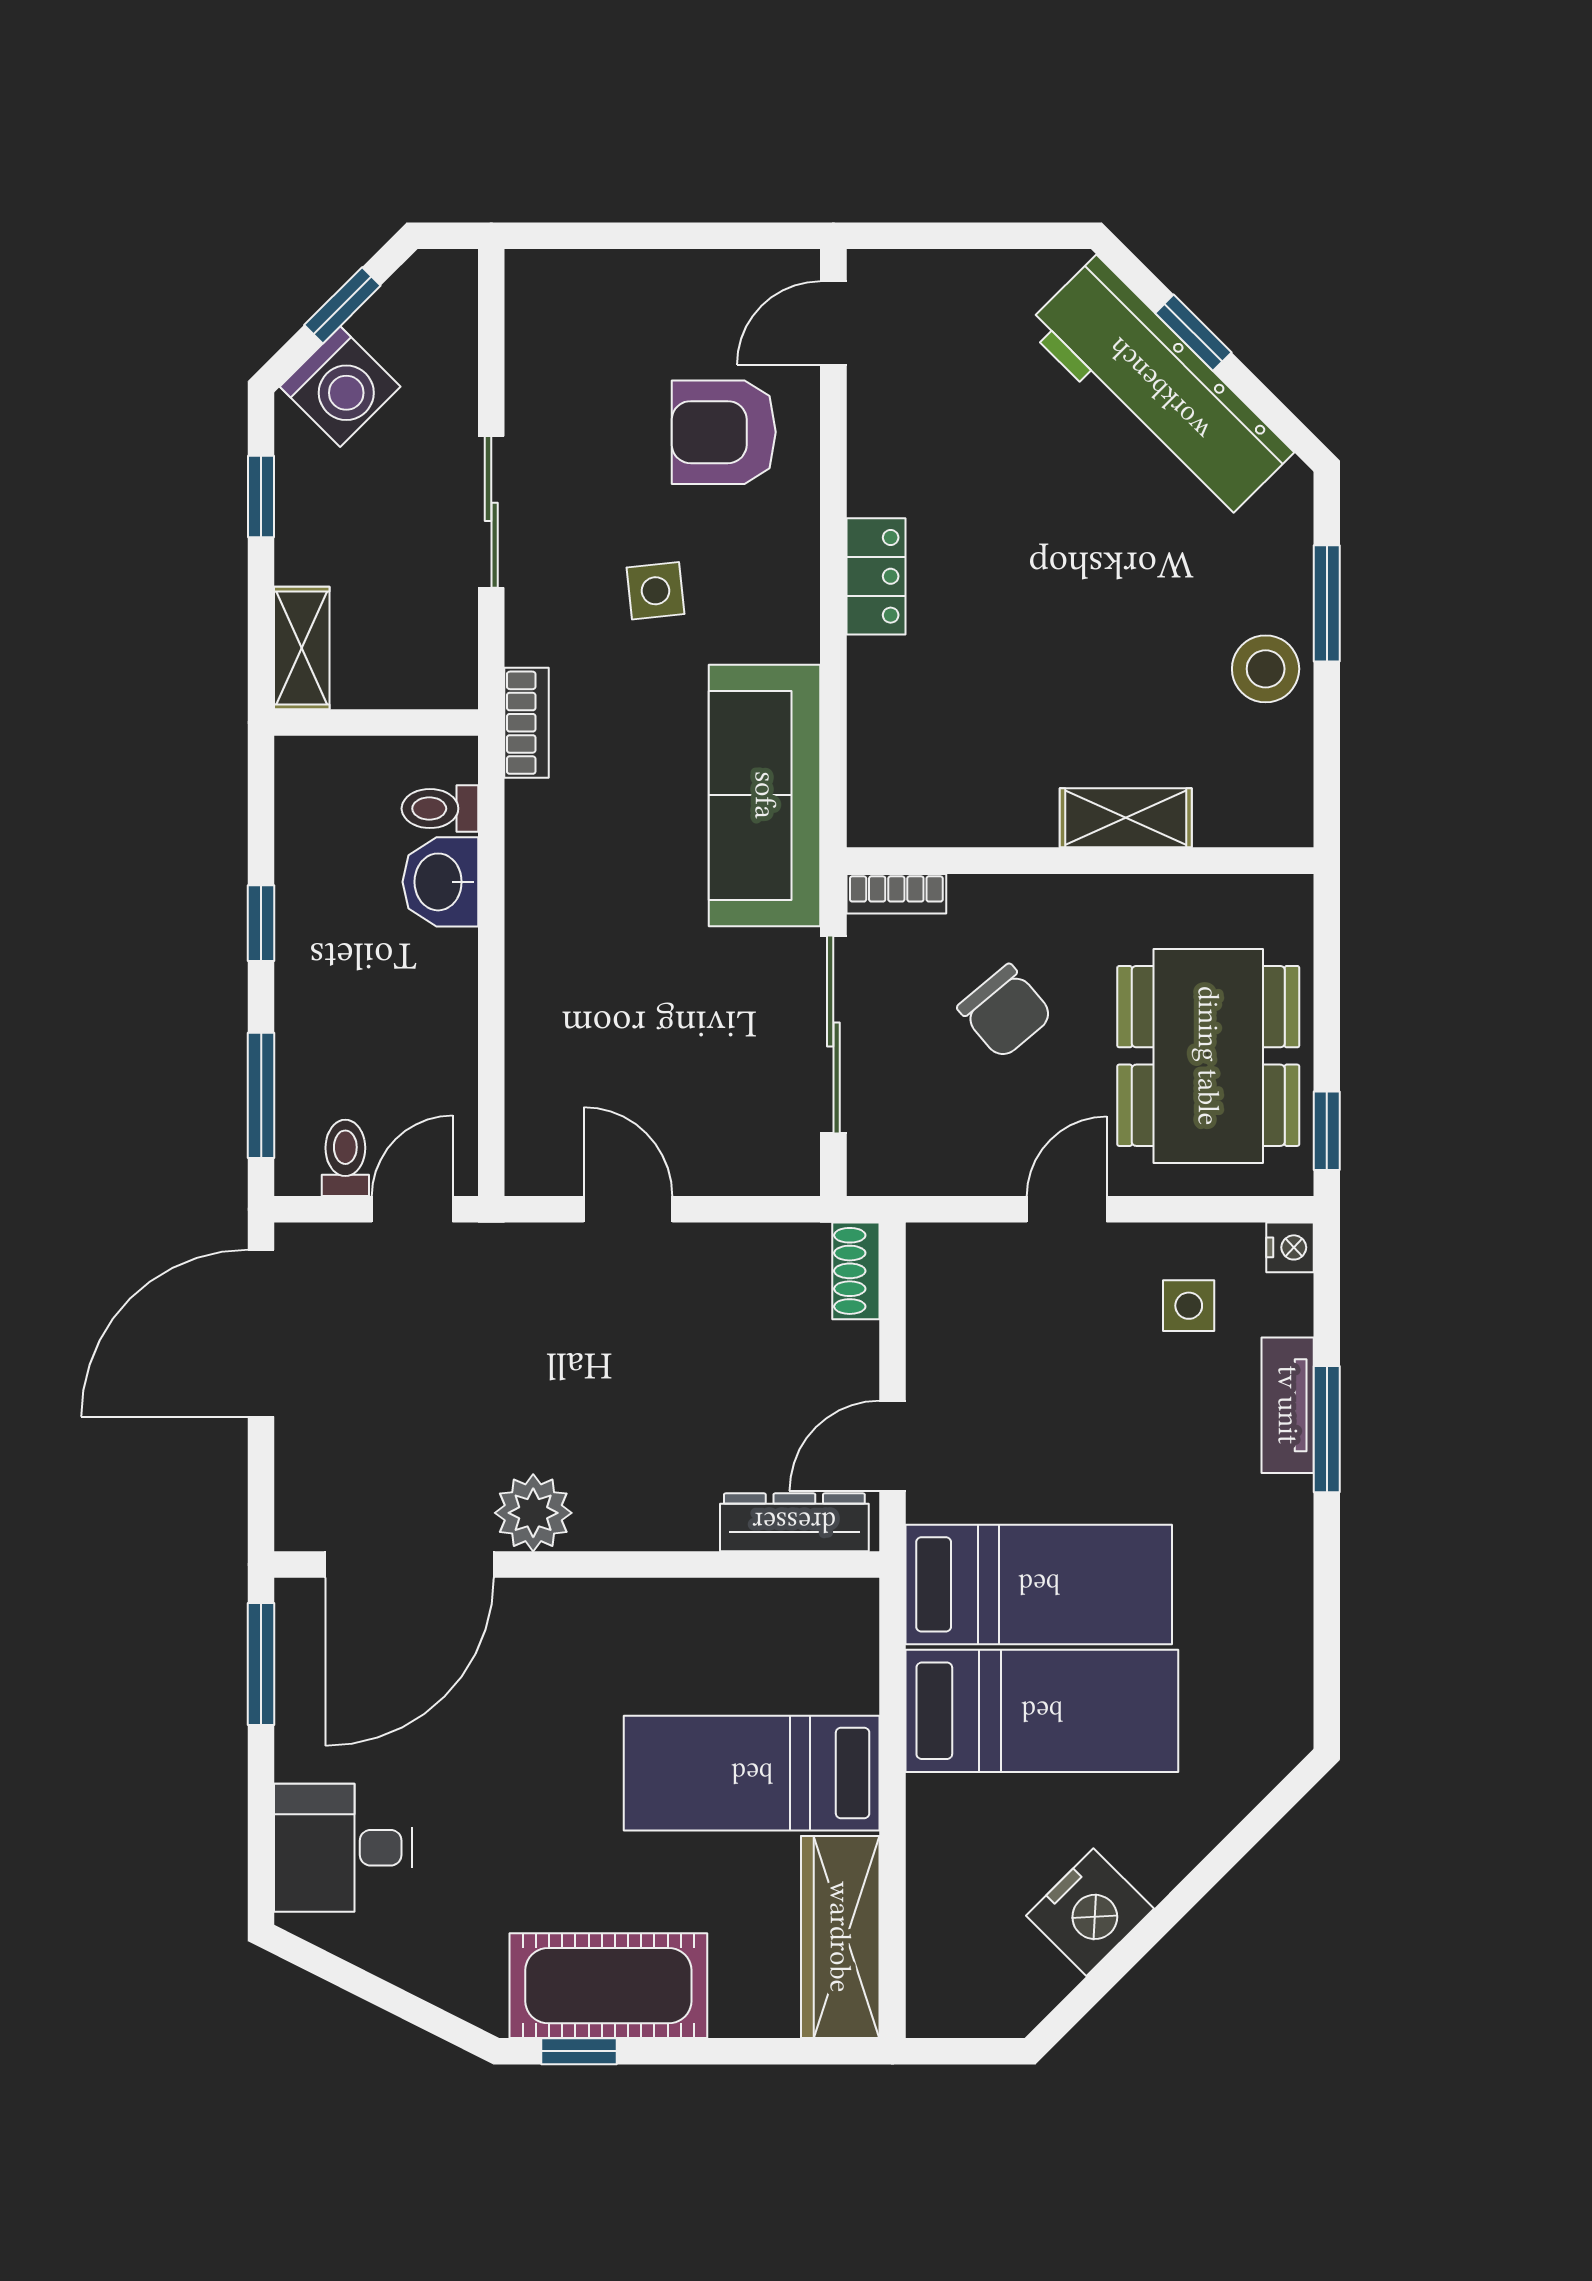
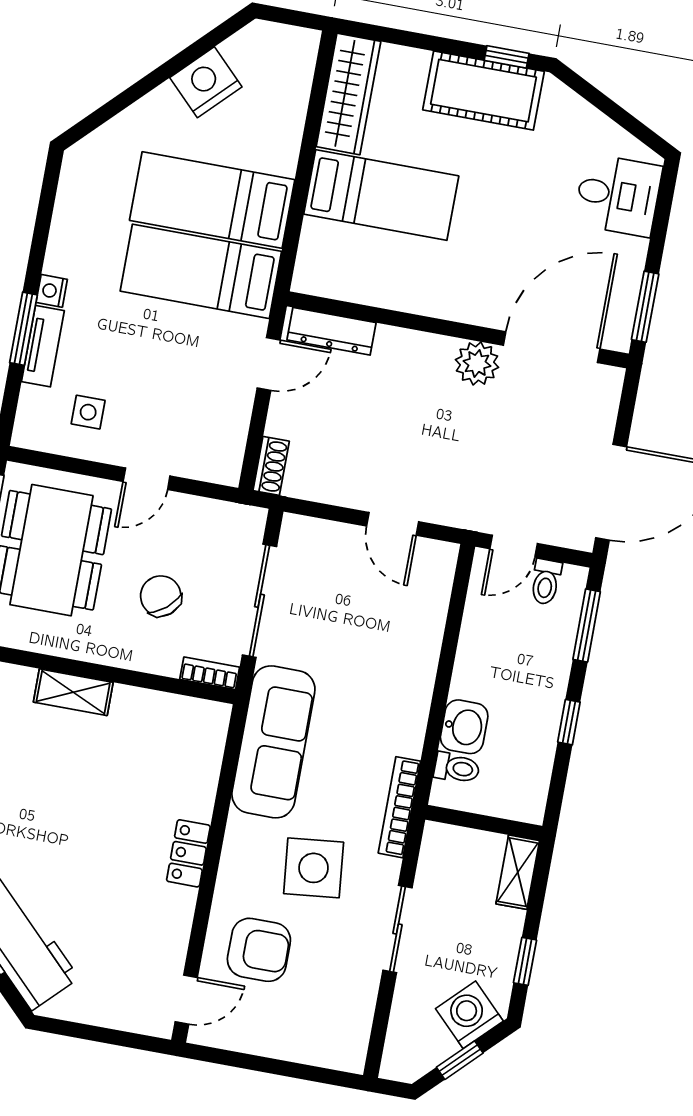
side table: (656, 591) -> (314, 868), width x1.87, depth x1.87
bookcase: (526, 723) -> (399, 807), width x1.56
nightstand: (1290, 1247) -> (52, 291), moved

